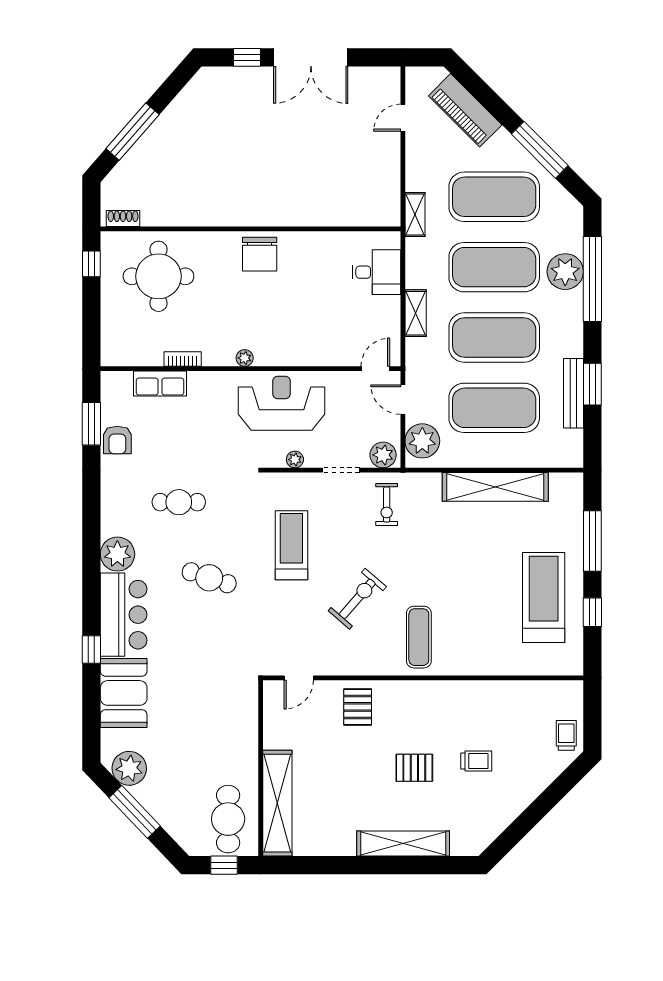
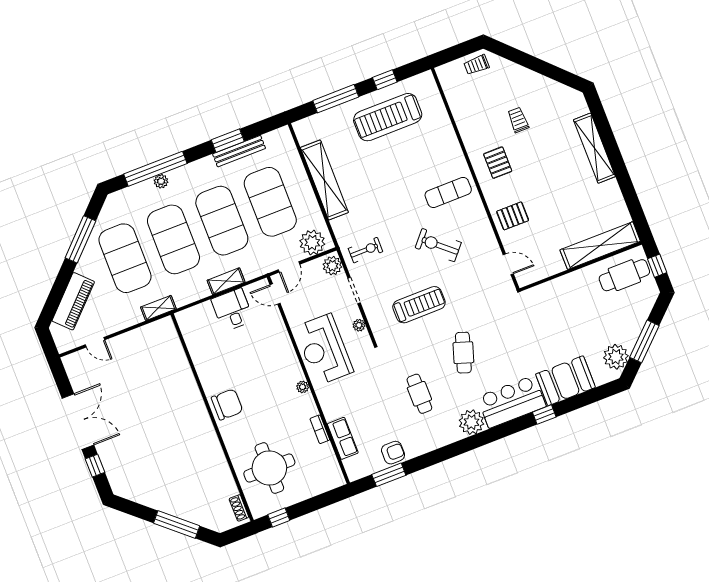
desk: (376, 272) -> (232, 310), moved
plant: (565, 272) -> (161, 181), width x0.53, depth x0.53
treadmill: (291, 545) -> (419, 305), turned 180
pallet: (414, 768) -> (498, 163), moved

